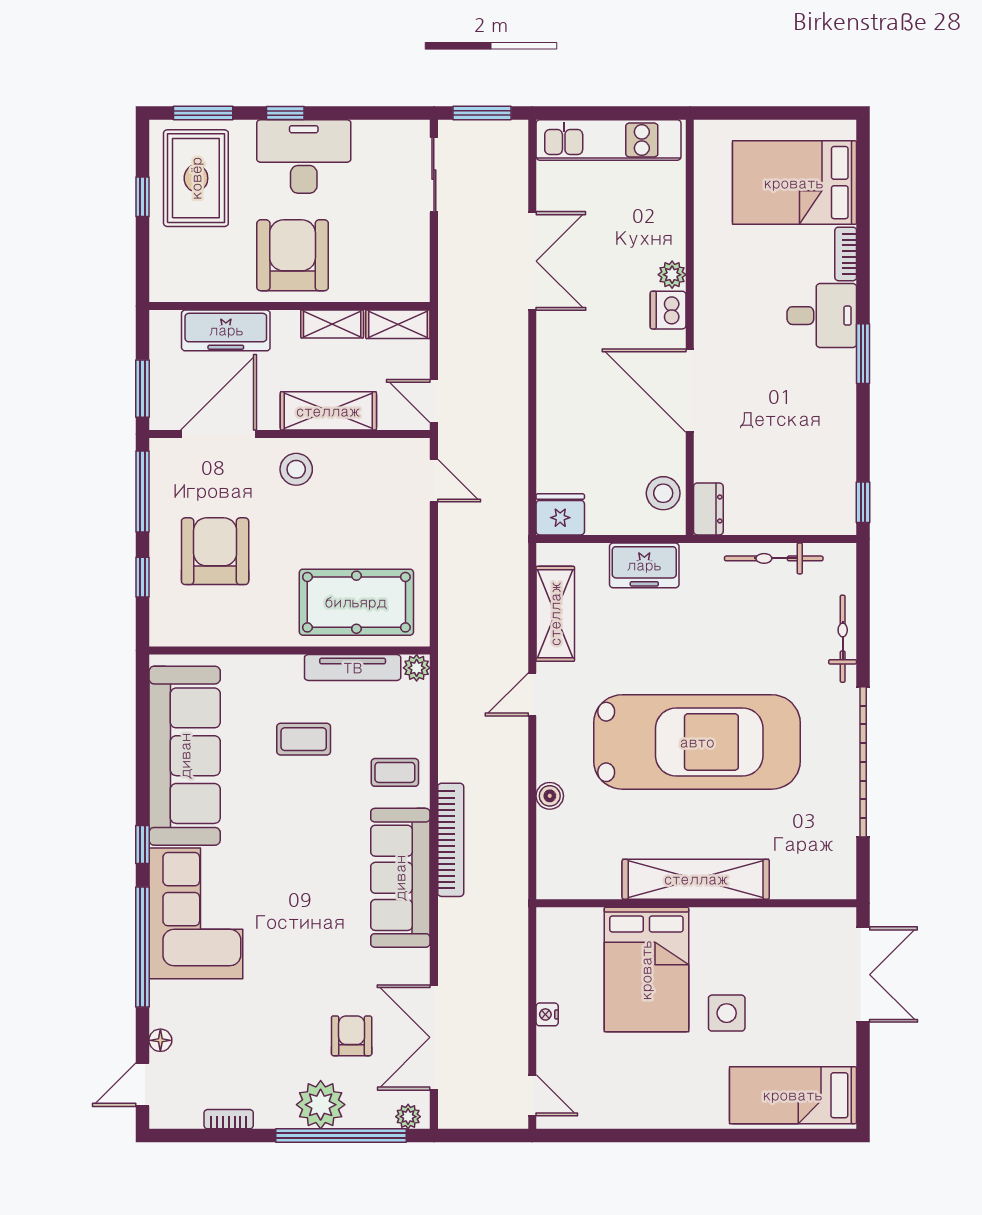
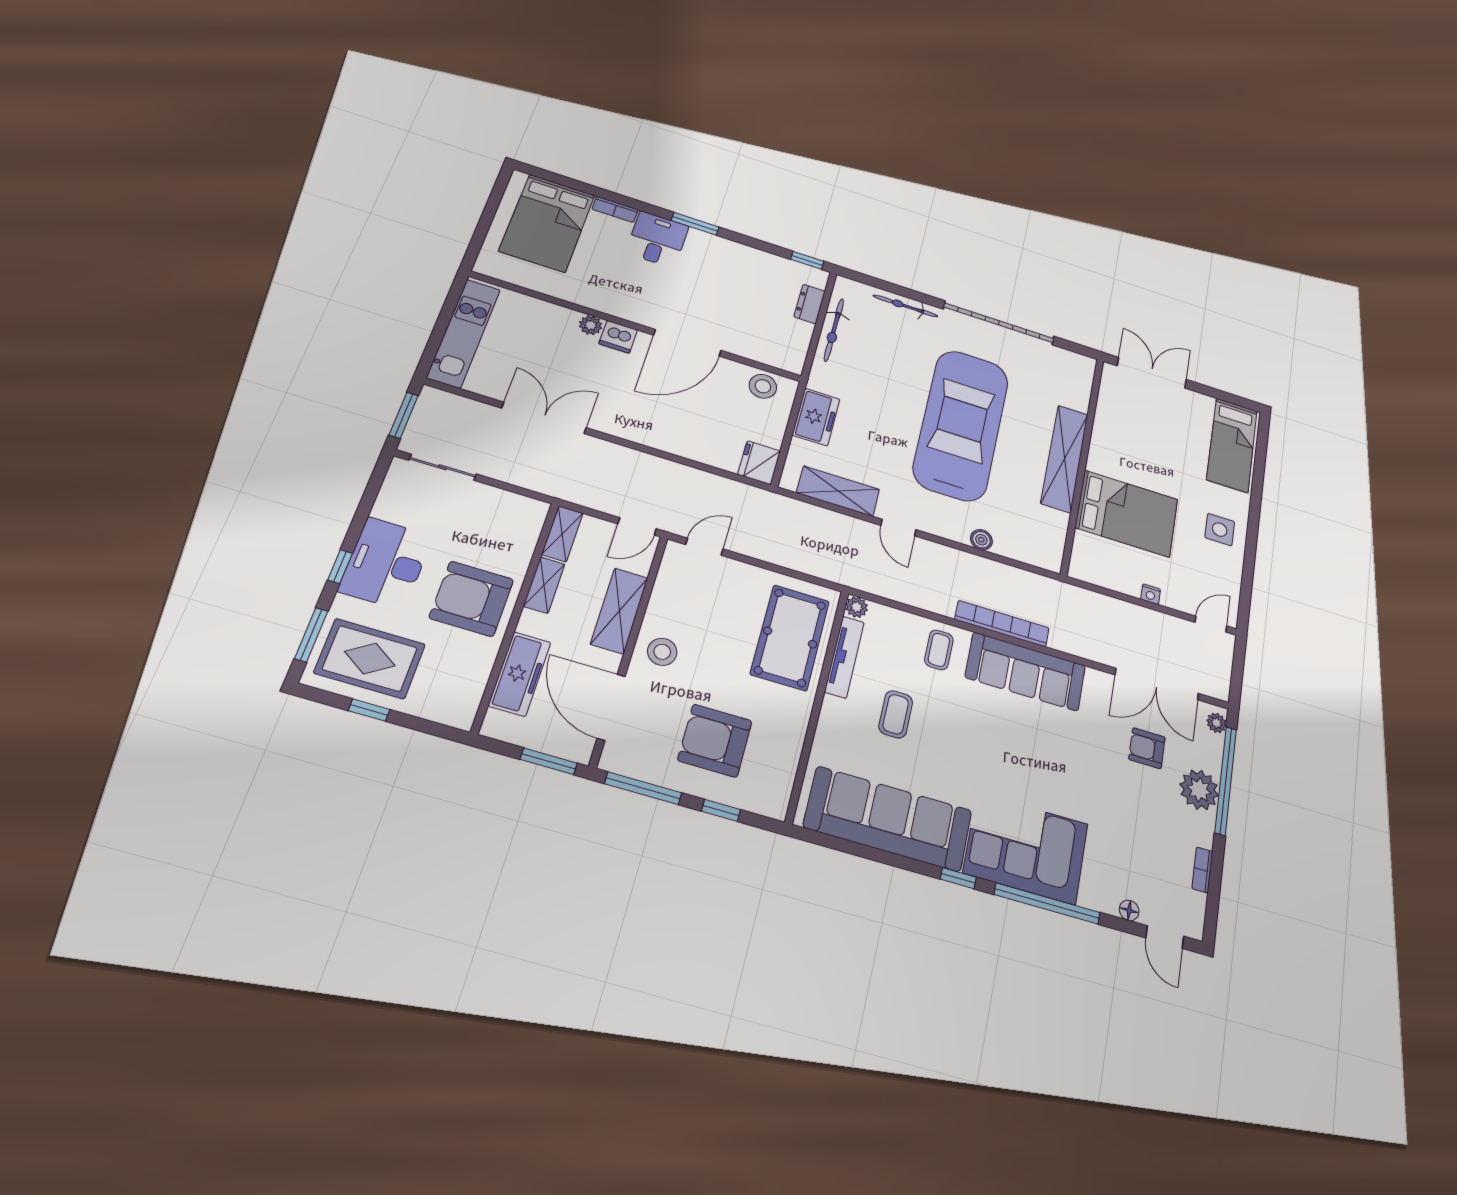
dresser: (708, 509) -> (810, 304), moved, turned -90
side table: (727, 1013) -> (1220, 530), moved

